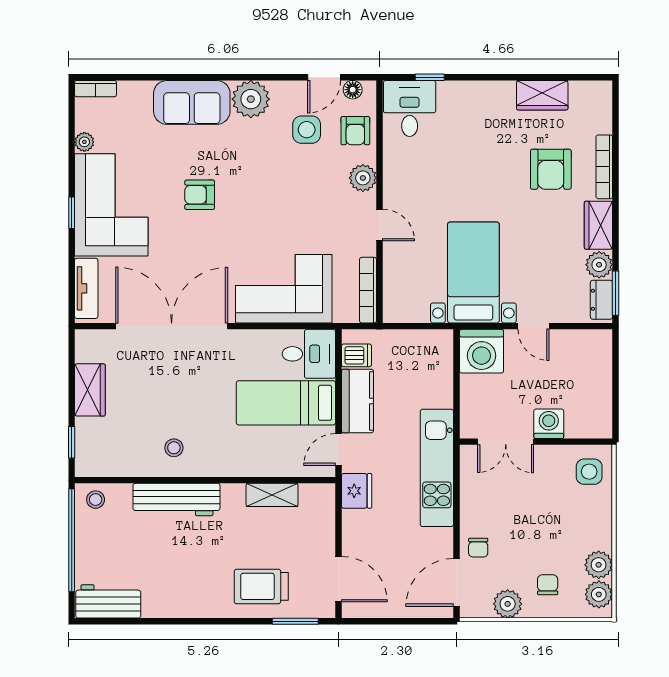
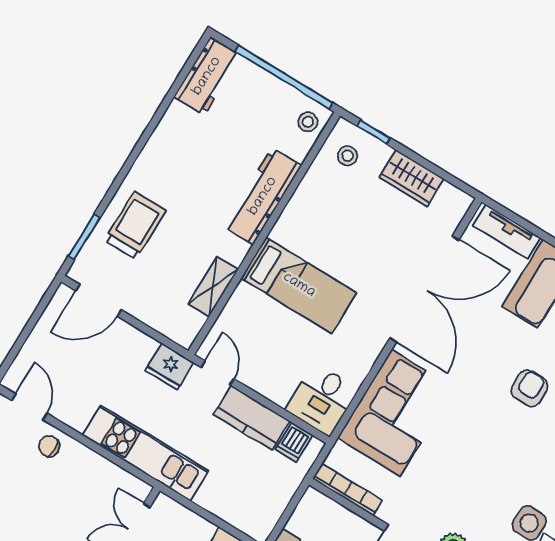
bed: (286, 403) -> (299, 285), moved, turned 90
stool: (174, 448) -> (348, 156), moved
door: (456, 582) -> (29, 407), width x0.73

